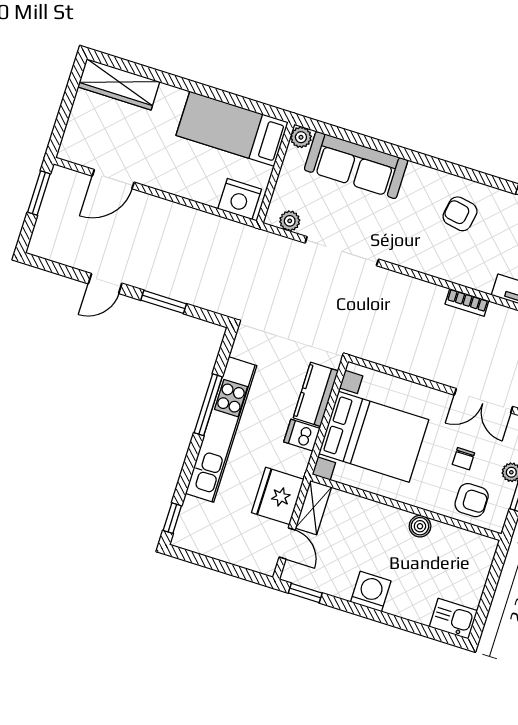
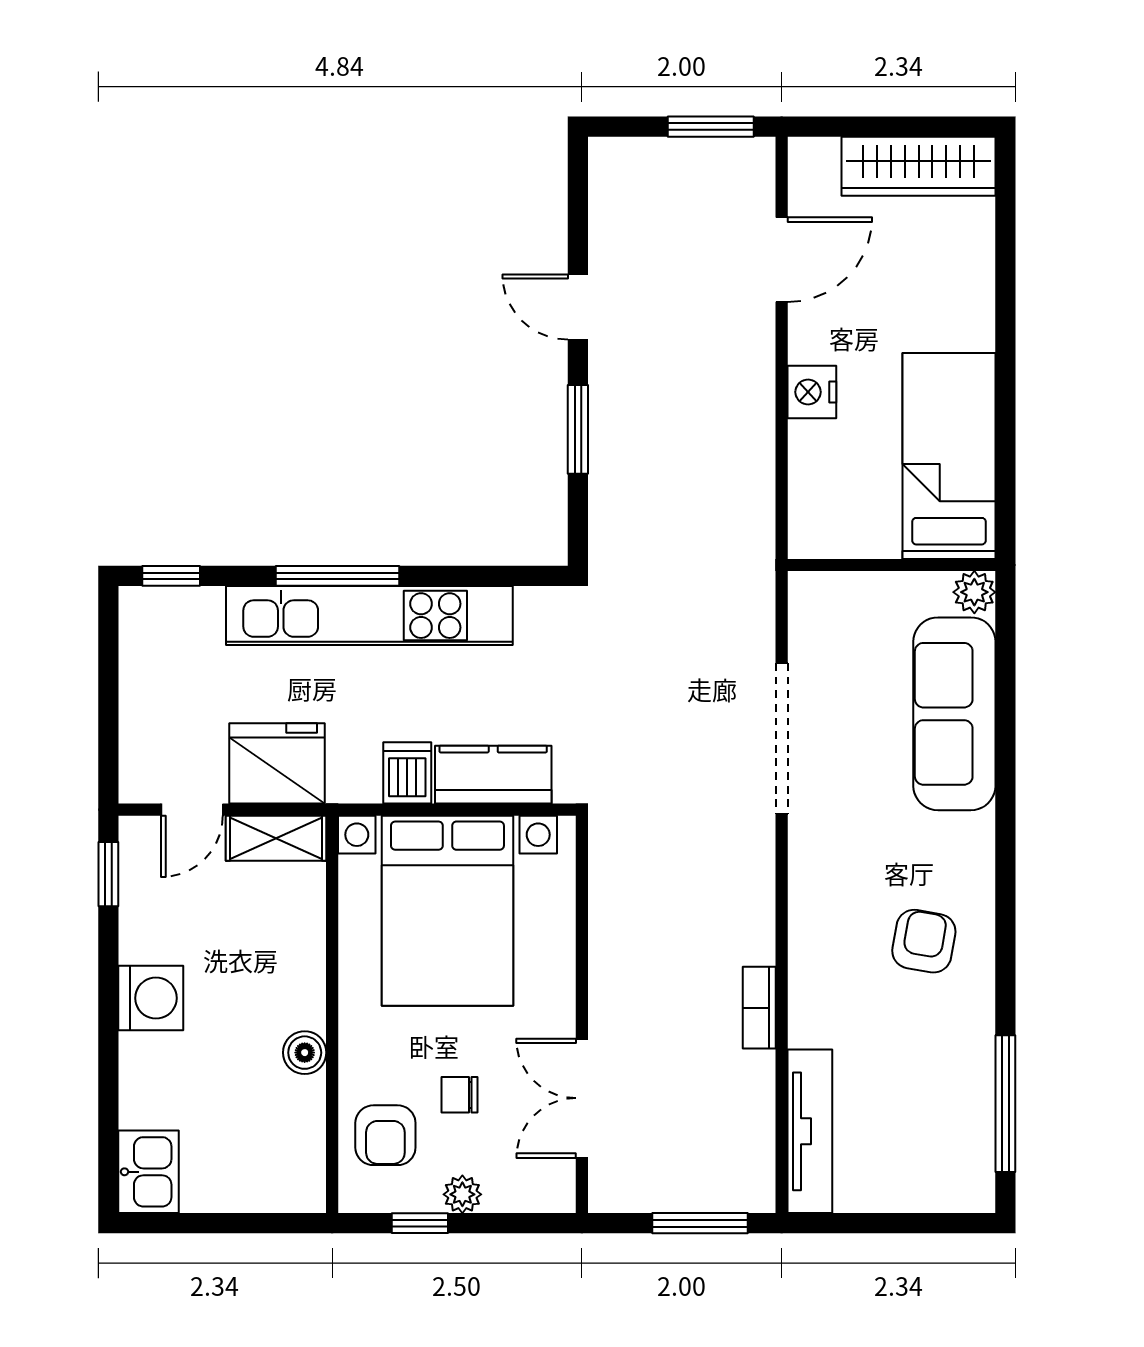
wardrobe: (119, 84) -> (919, 166), moved, turned -90
door: (113, 179) -> (782, 260), swing flipped
nightstand: (240, 199) -> (812, 392), moved, width x0.74, depth x0.75
plant: (290, 221) -> (808, 621), removed
window: (208, 405) -> (337, 576), moved

